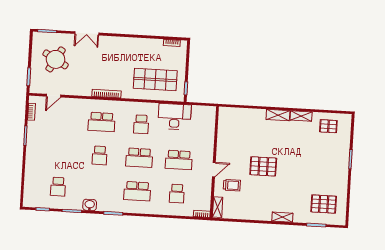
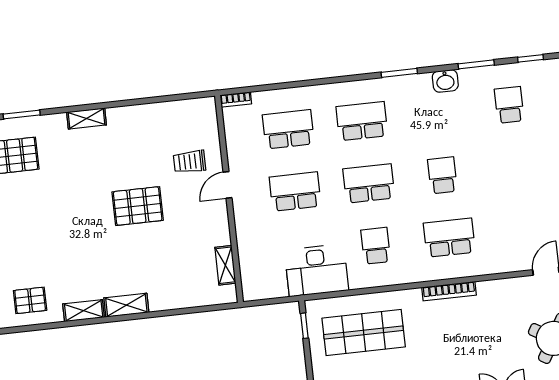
school desk: (177, 193) -> (288, 129), width x1.85
shelving: (218, 207) -> (225, 265), moved

